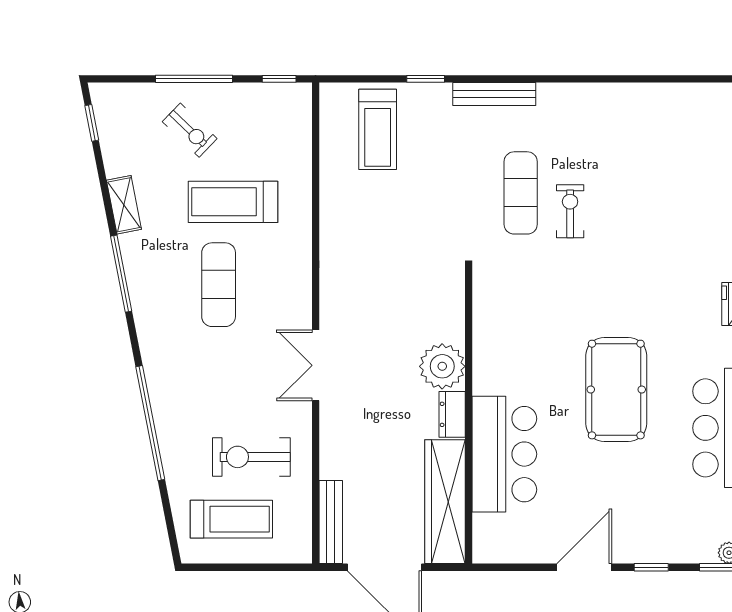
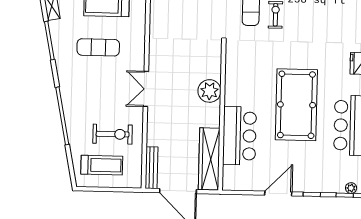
exercise mat: (219, 285) -> (98, 47), turned 90
pool table: (616, 390) -> (296, 105), width x1.36, depth x1.32
dresser: (452, 414) -> (214, 115), removed
exercise bike: (251, 457) -> (113, 134), turned 180

